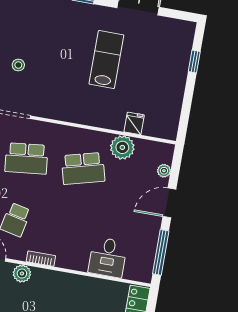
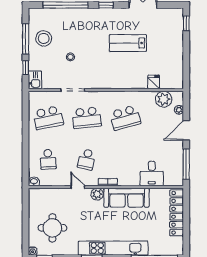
lab bench: (106, 60) -> (128, 43), turned -90
window: (194, 61) -> (186, 23), moved
plant: (122, 147) -> (164, 99), moved
sofa: (64, 286) -> (126, 198), added

